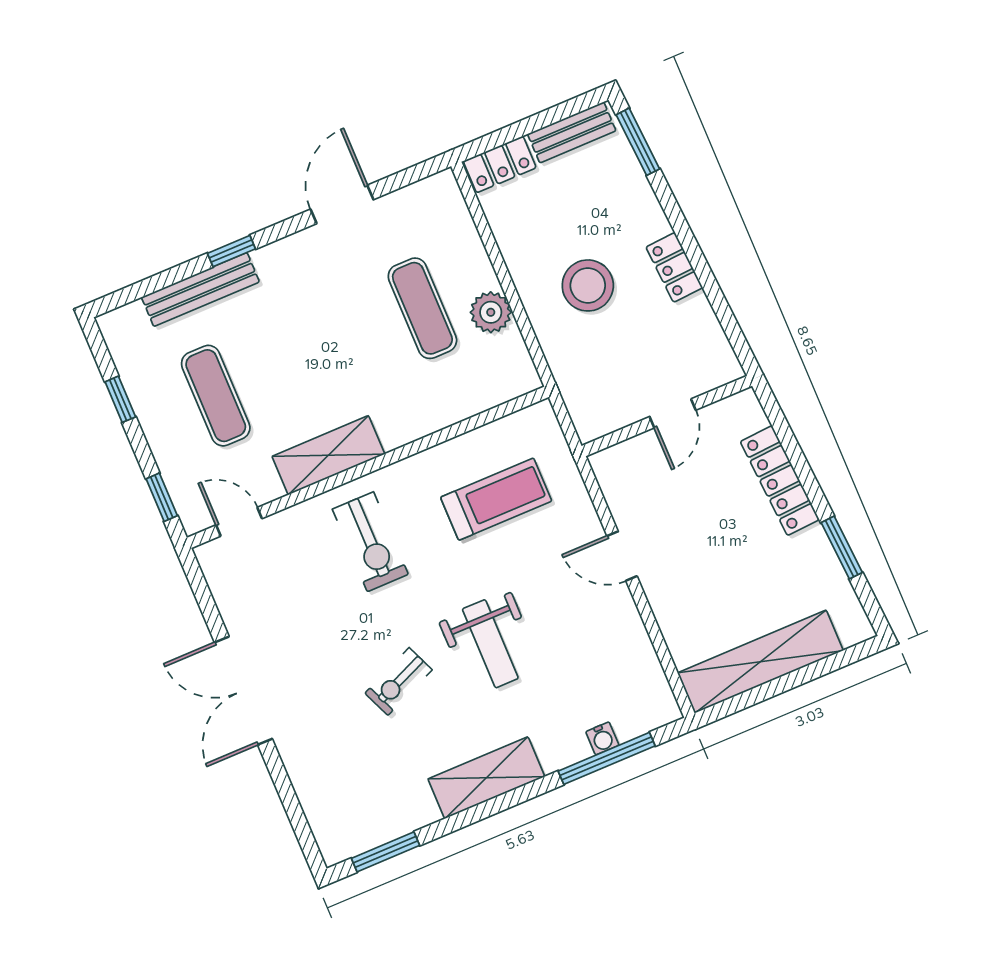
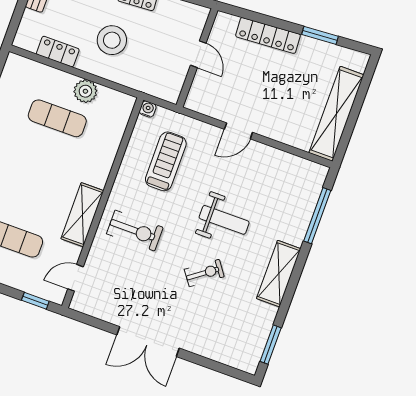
locker: (500, 164) -> (58, 52), moved, turned -90
exercise bike: (399, 682) -> (204, 273), turned -103
water cooler: (602, 738) -> (148, 109), moved, turned -90

